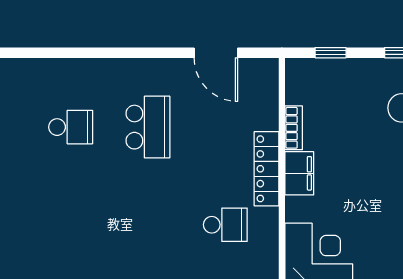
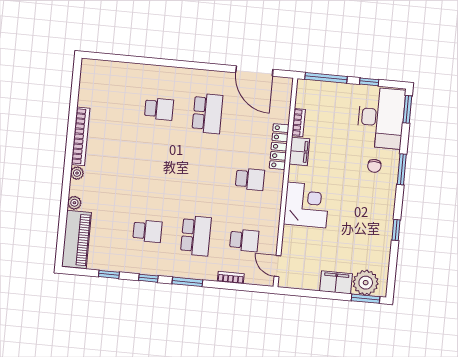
door: (216, 53) -> (254, 71), width x1.36
window: (331, 53) -> (326, 78), width x2.17

